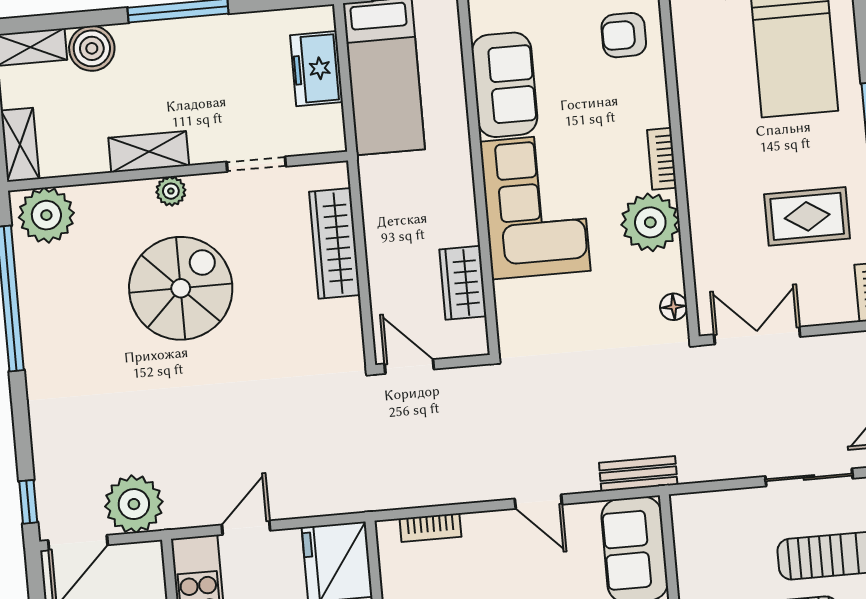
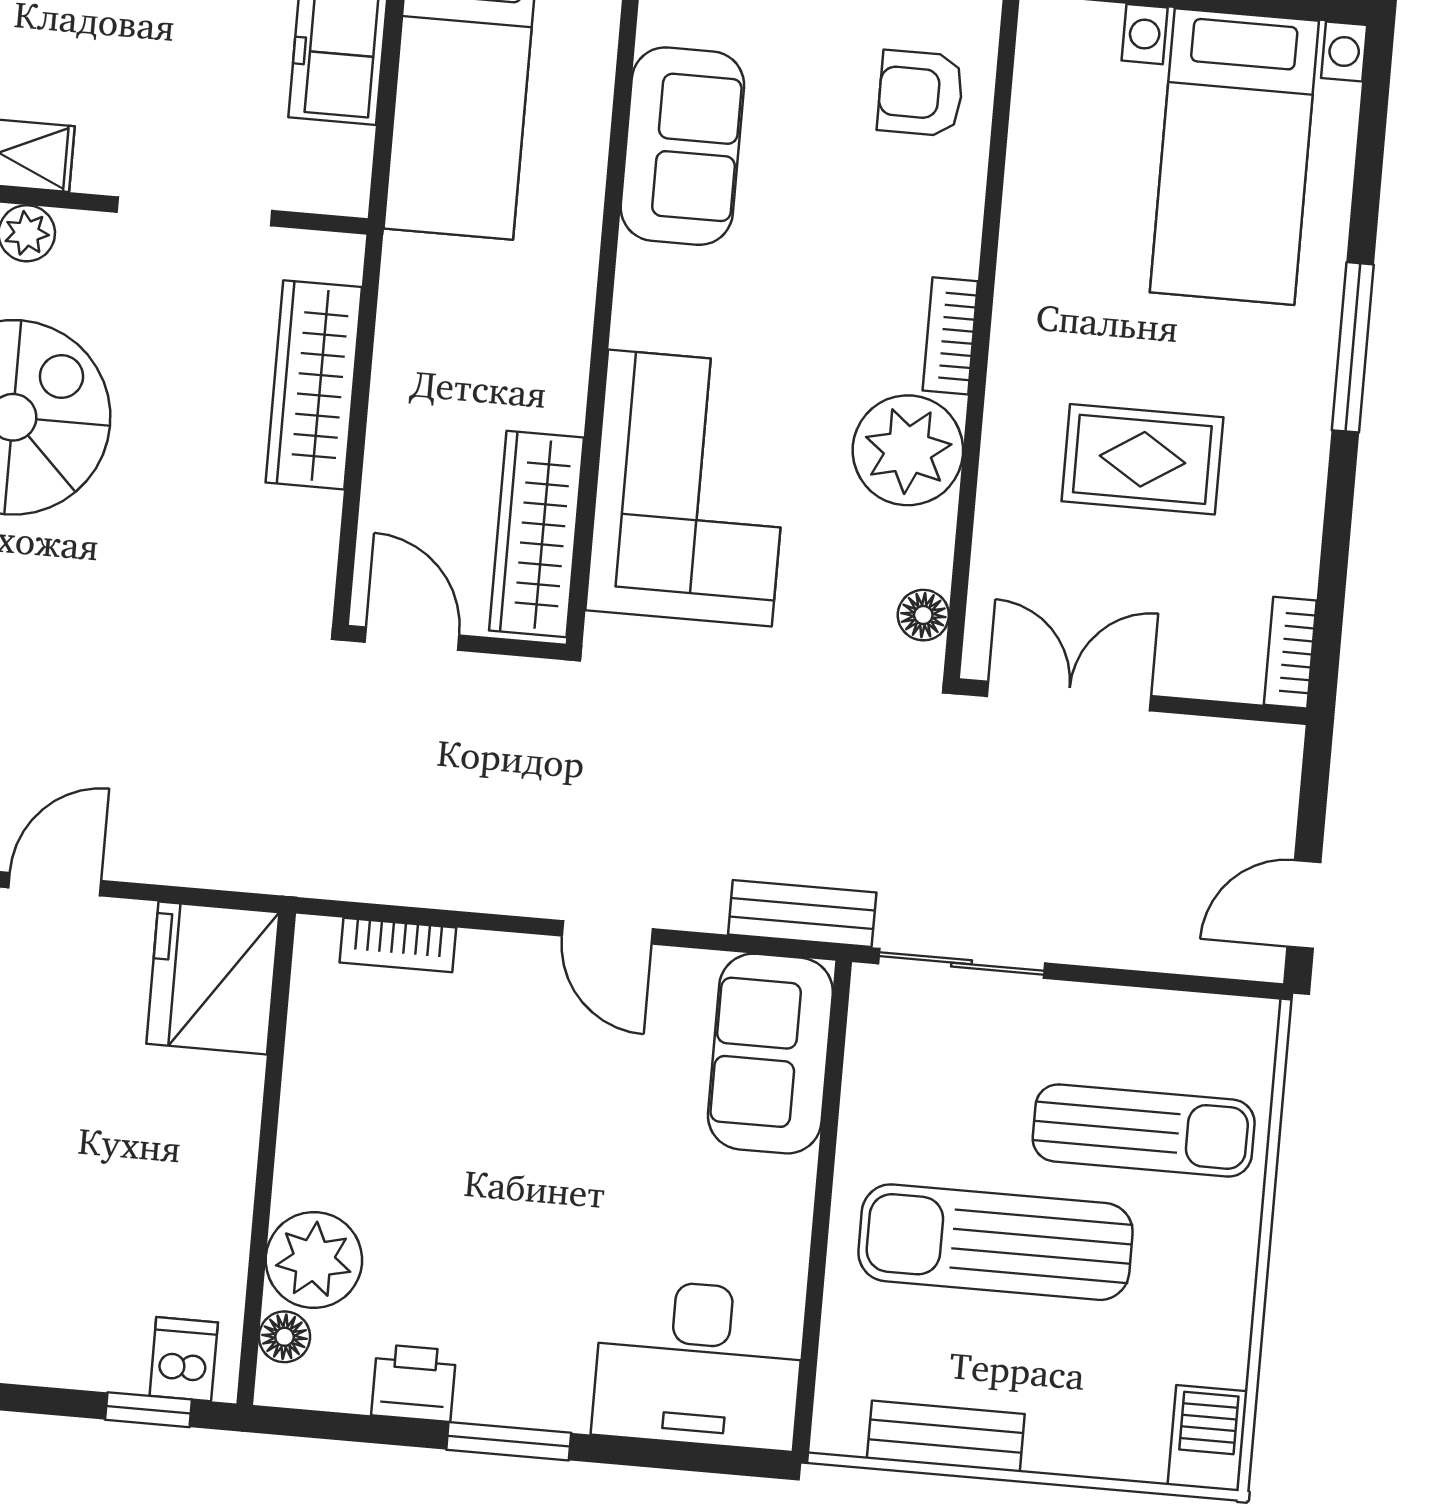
doorway: (256, 164) -> (195, 211), width x1.38
corner sofa: (535, 206) -> (690, 488), moved
rug: (807, 216) -> (1142, 459), moved
wardrobe: (463, 283) -> (536, 534), width x1.50
sliding door: (809, 477) -> (962, 963), moved

